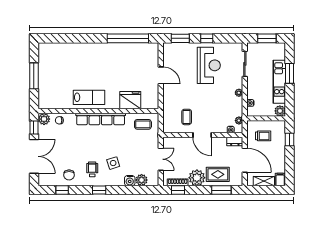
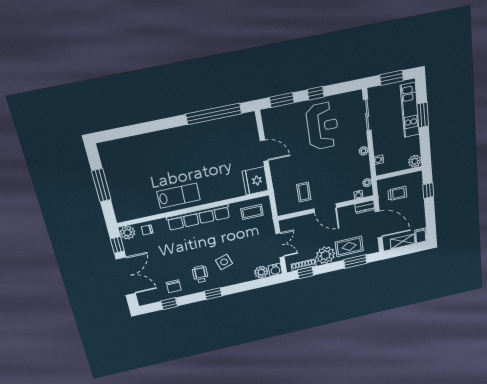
kitchen unit: (279, 82) -> (410, 110), moved
fridge: (130, 100) -> (255, 181), moved, turned -90
water cooler: (130, 181) -> (275, 270), moved

